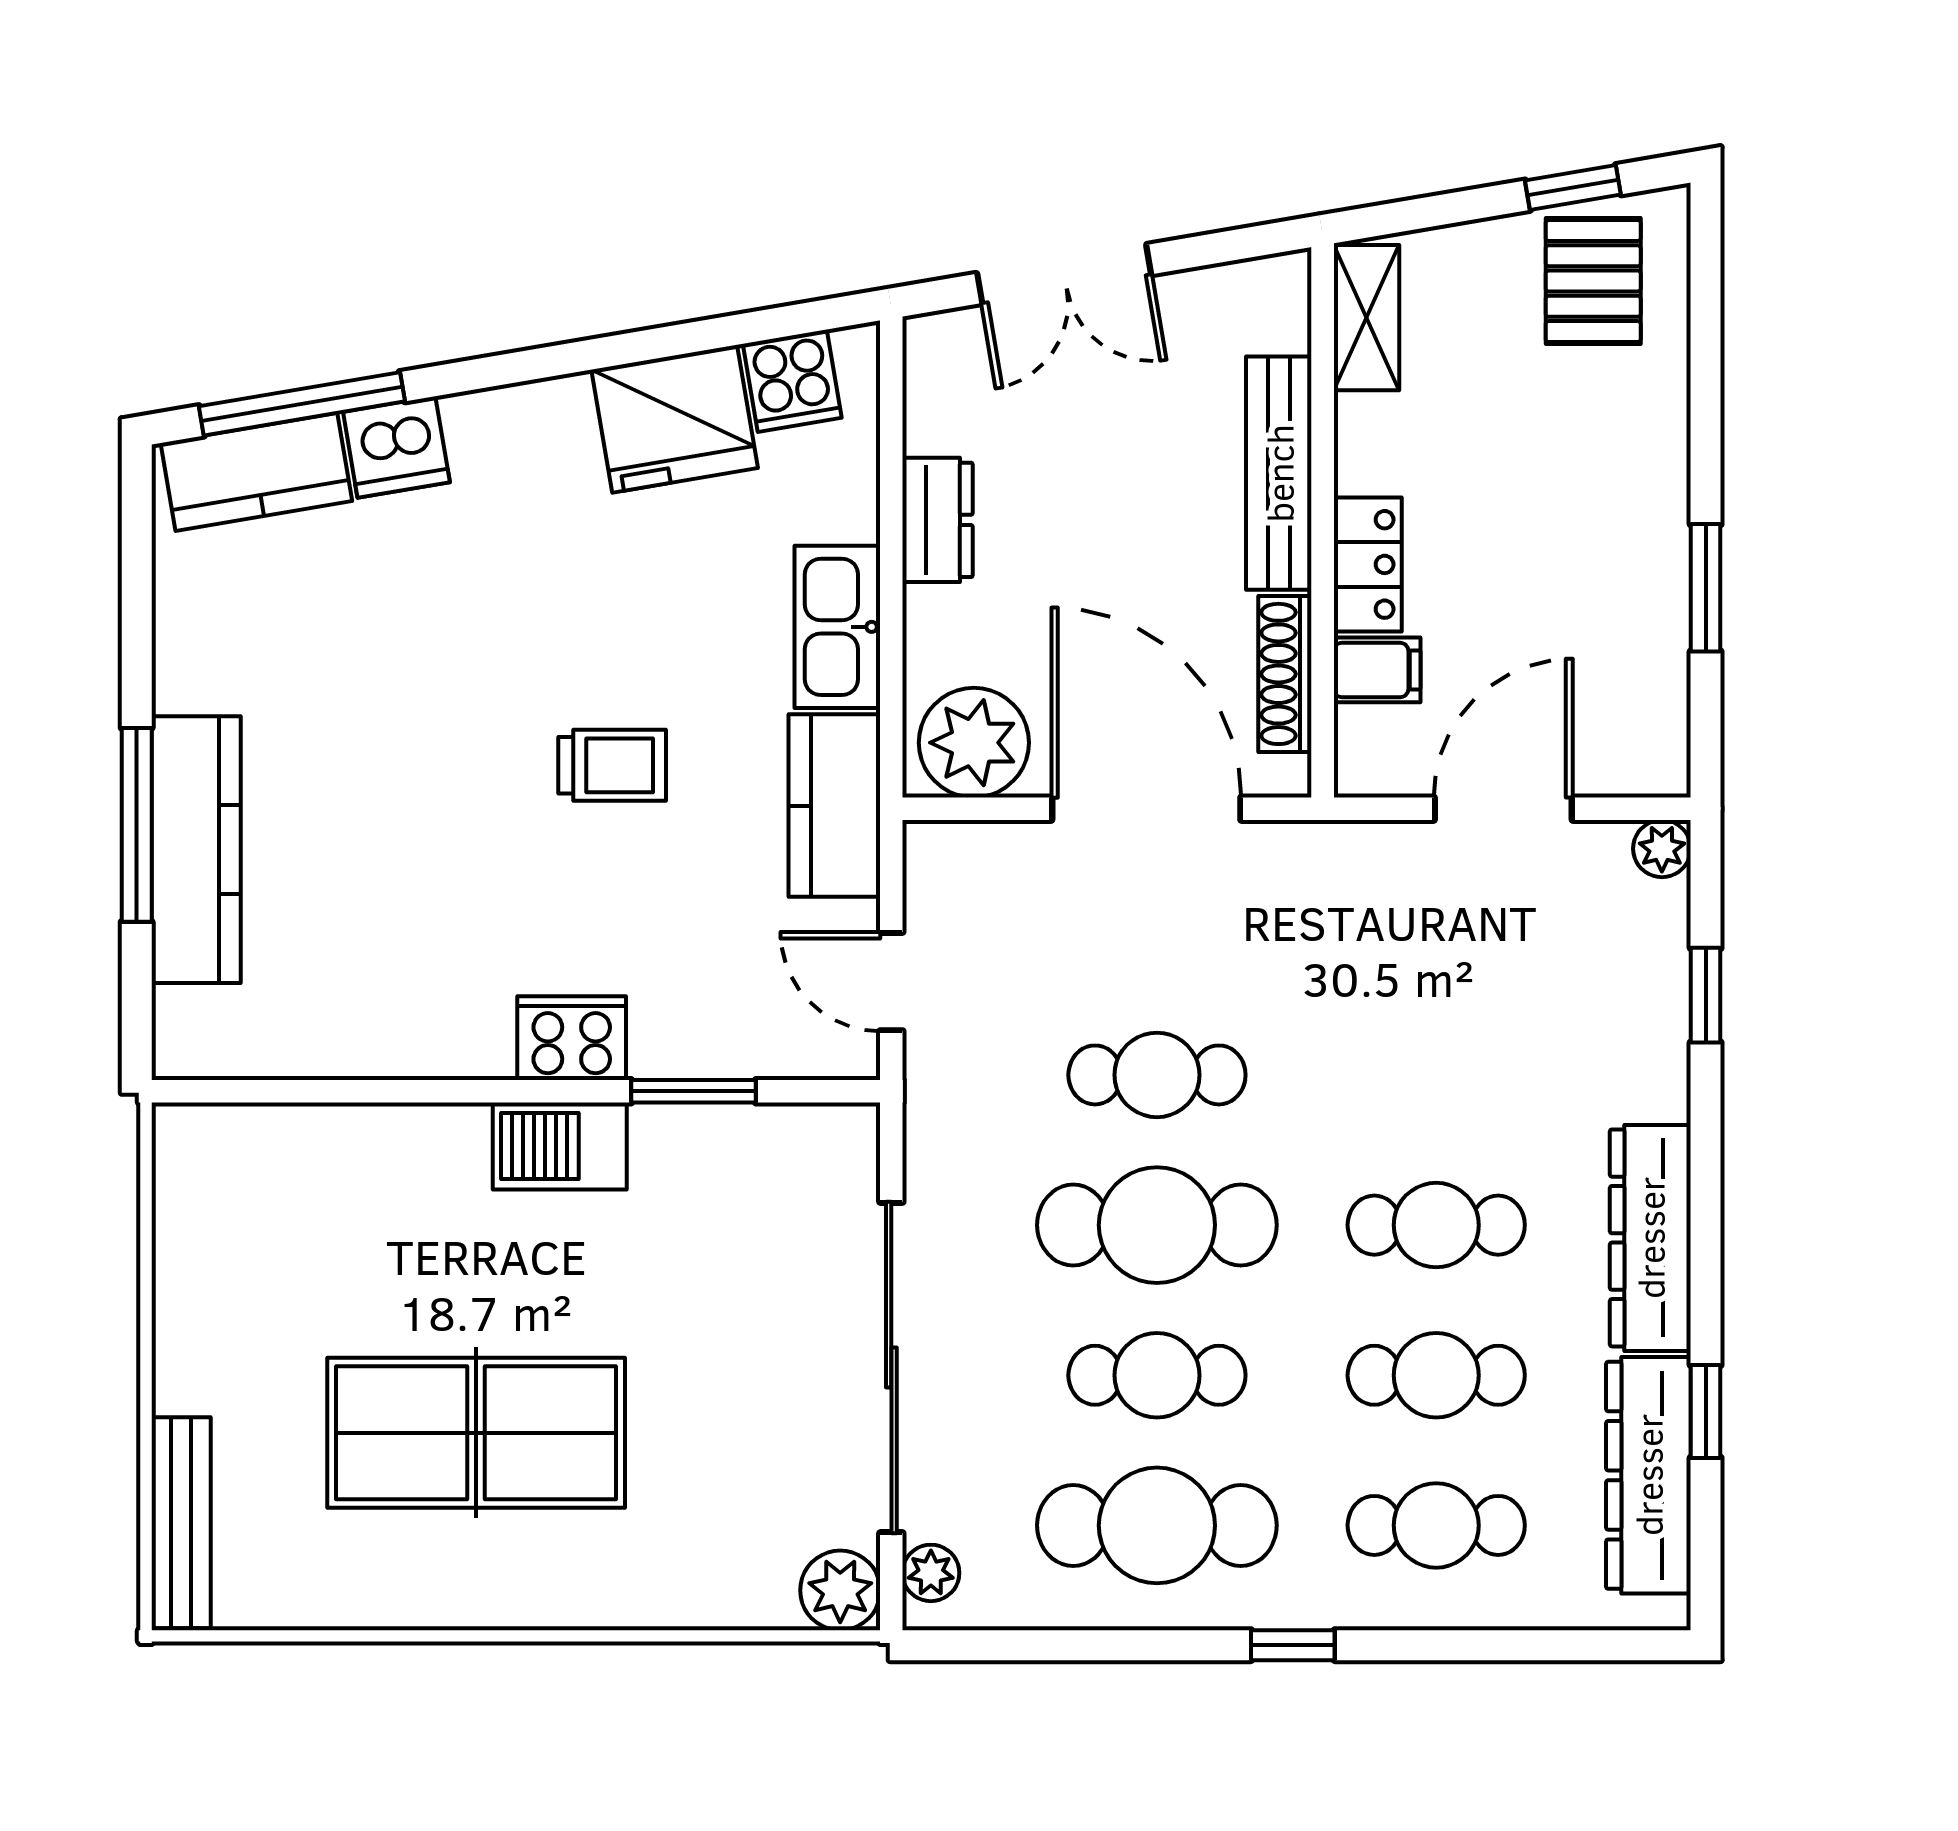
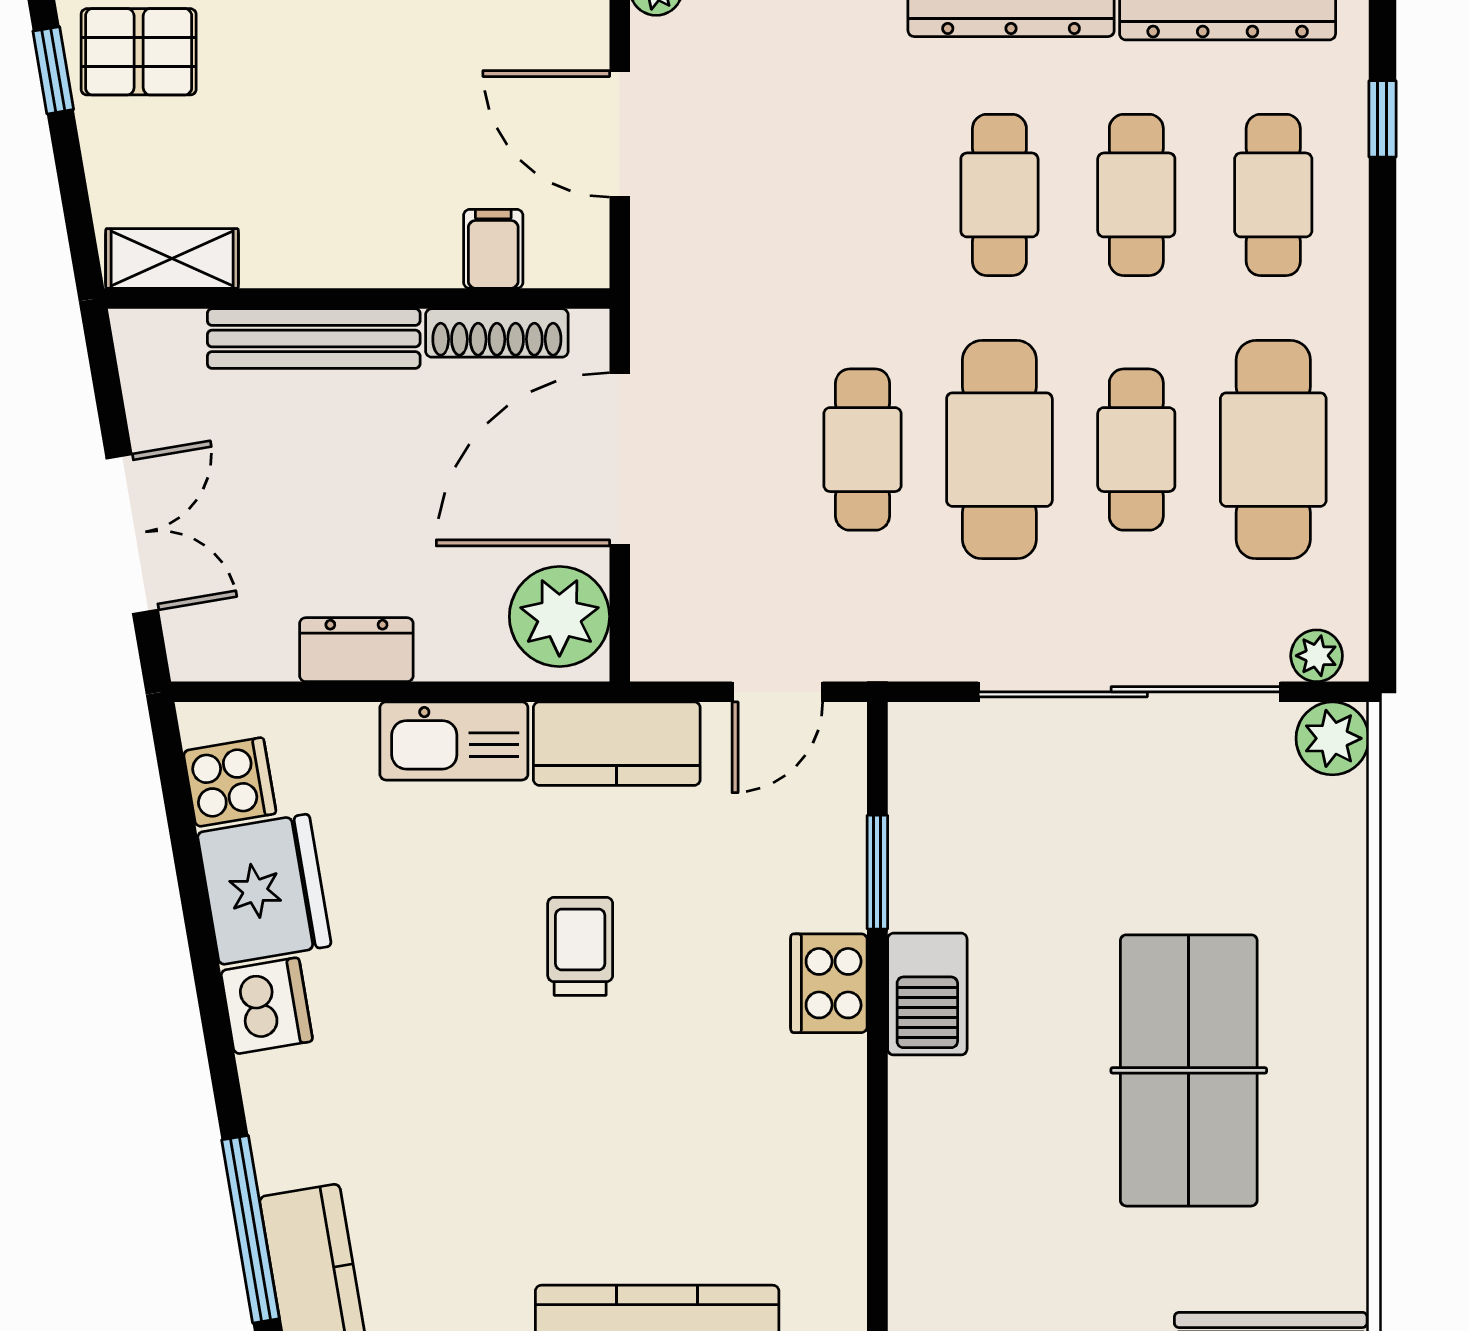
dishwasher: (396, 447) -> (267, 1006), moved
locker: (1368, 564) -> (397, 257), removed
window: (1293, 1645) -> (1382, 119), moved

